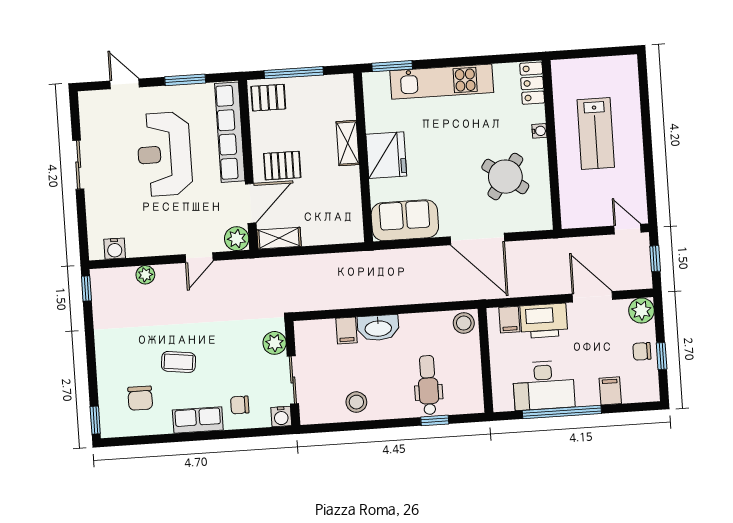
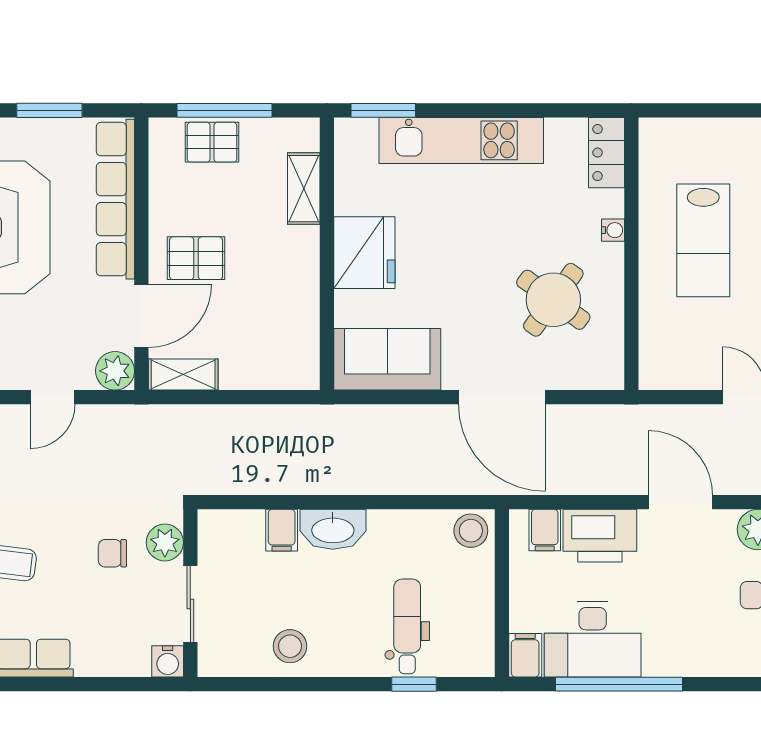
pallet: (268, 98) -> (212, 142), moved
shelving: (348, 143) -> (304, 189), moved
filing cabinet: (610, 391) -> (525, 655), moved
chair: (240, 405) -> (112, 553), moved

